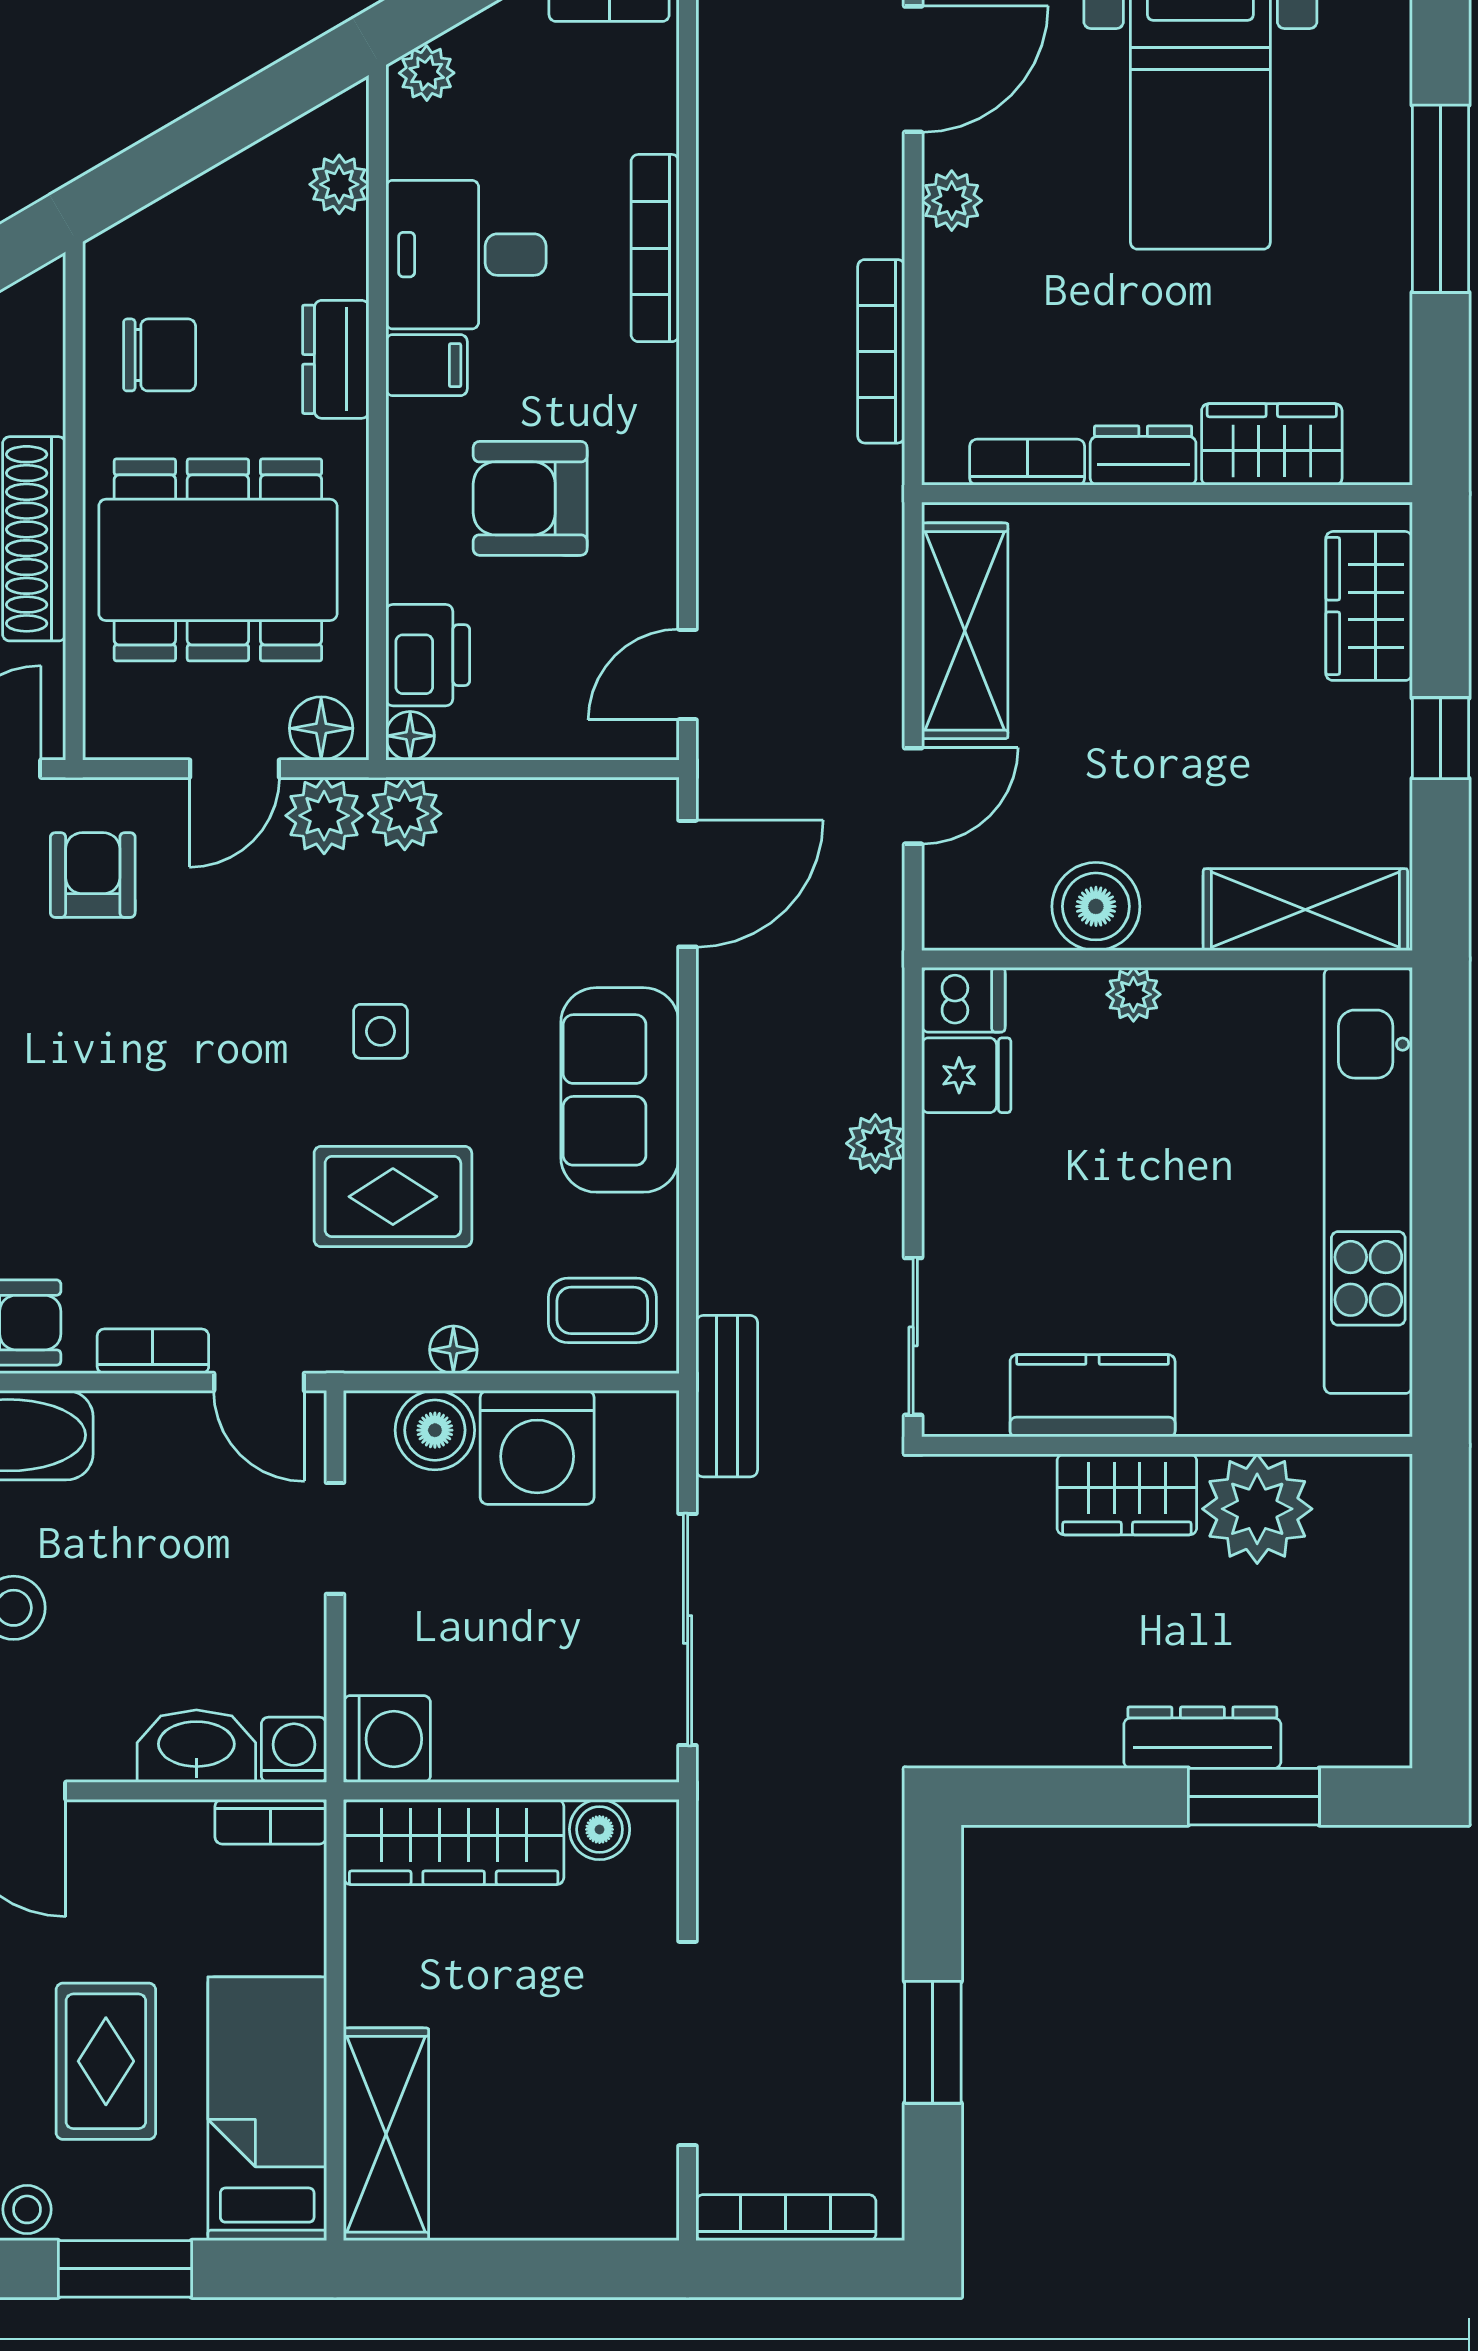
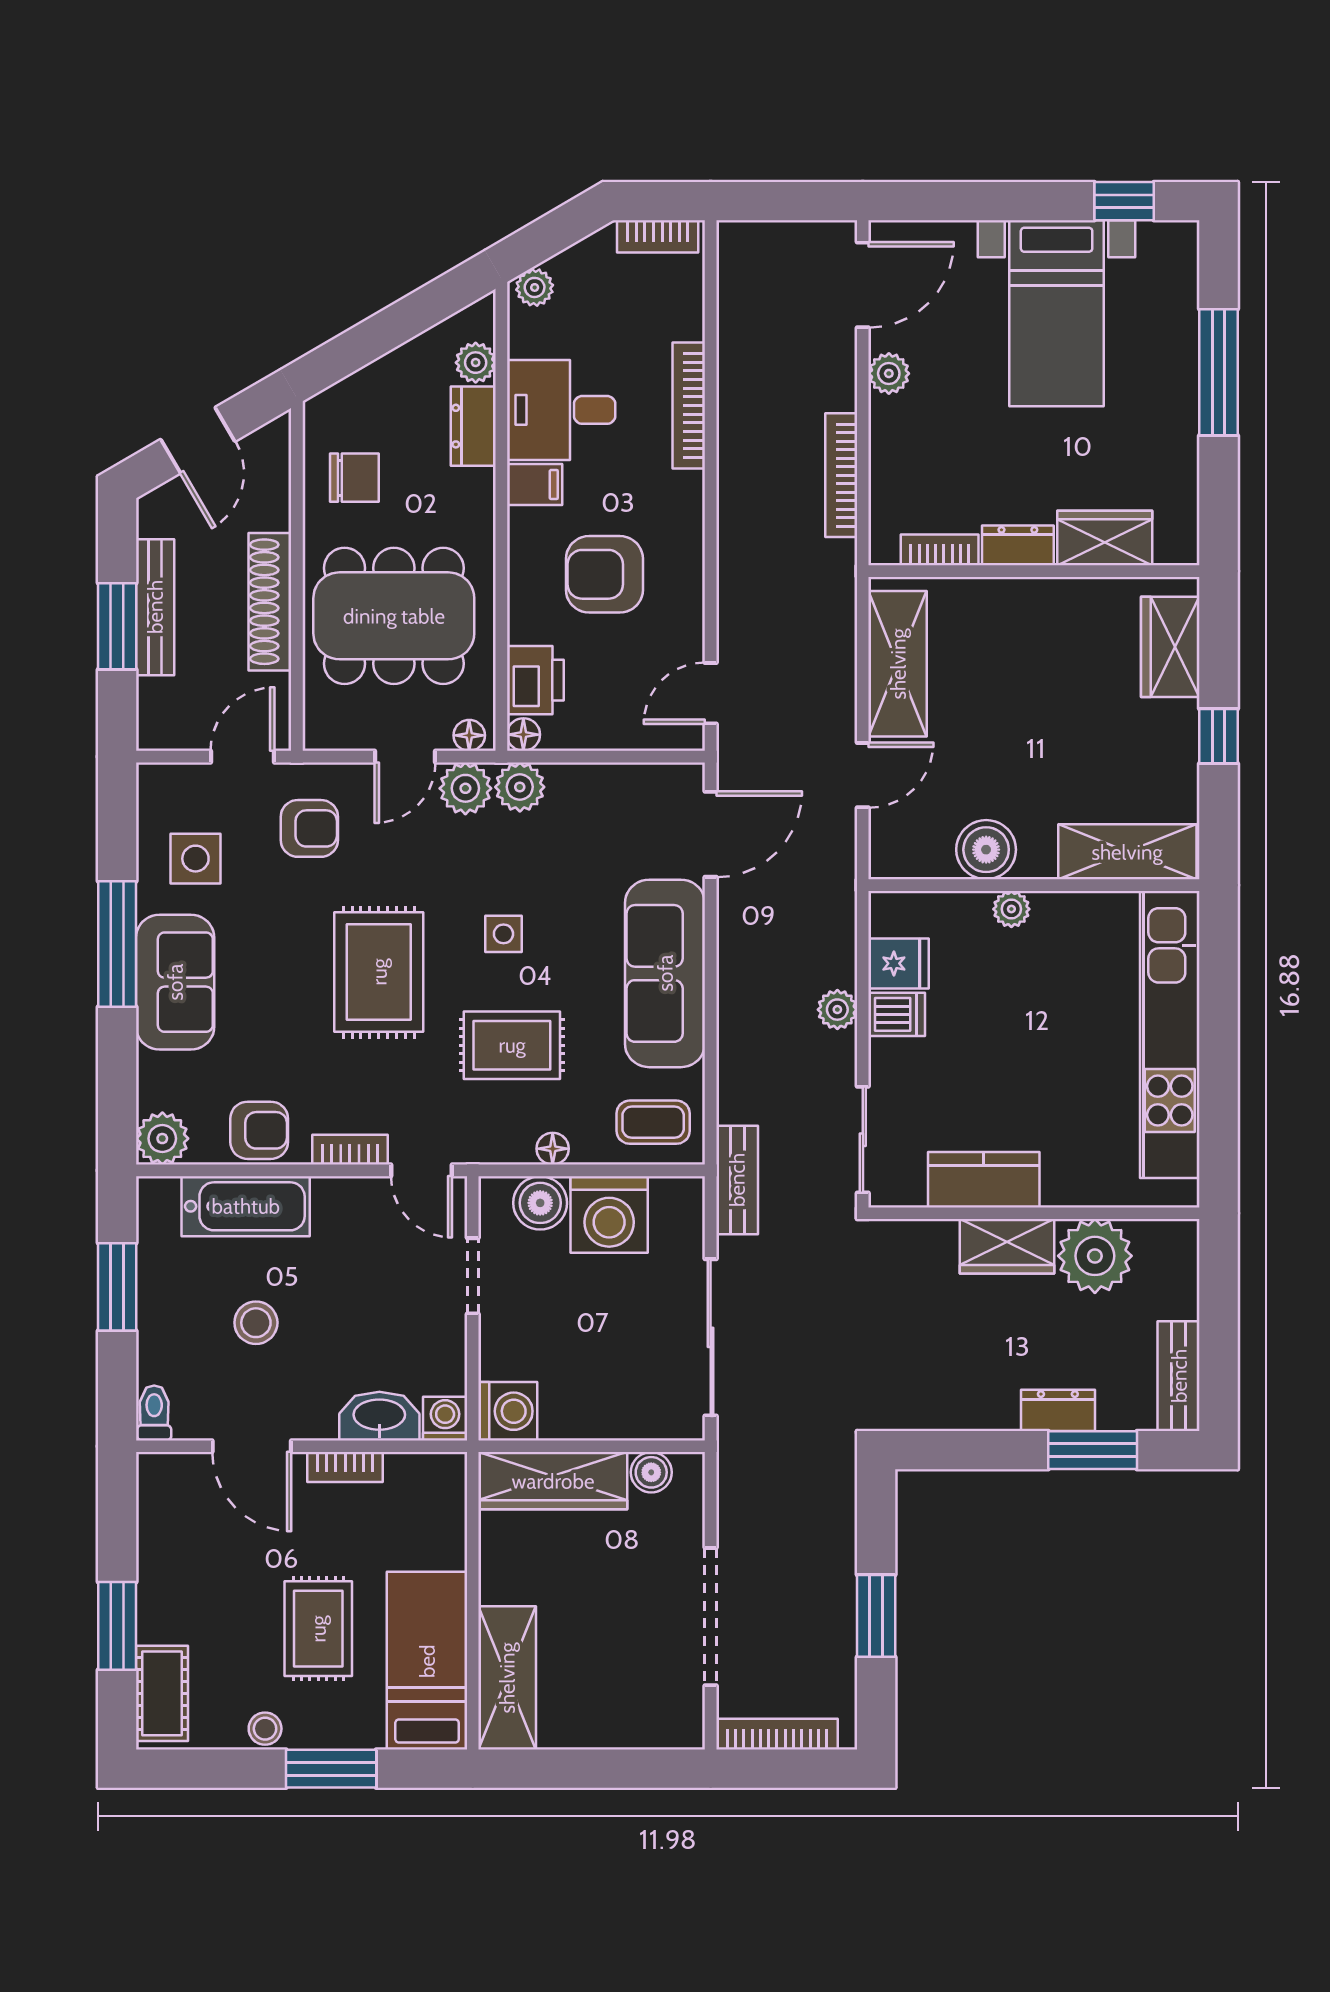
dresser: (336, 359) -> (473, 426), moved
floor lamp: (321, 728) -> (469, 735), width x0.73, depth x0.73
armchair: (93, 875) -> (309, 828), turned 90
dishwasher: (963, 1000) -> (897, 1014), moved
rug: (196, 1088) -> (379, 972), added
sofa: (620, 1090) -> (665, 973), width x1.36
bench: (1381, 1687) -> (1179, 1376), added
dresser: (1202, 1738) -> (1058, 1410), width x0.70
bookcase: (271, 1822) -> (345, 1467), moved

